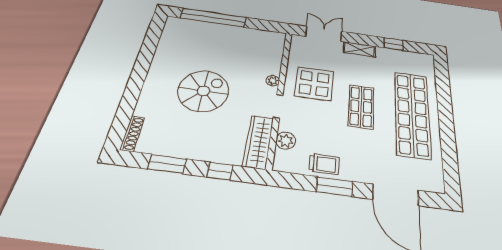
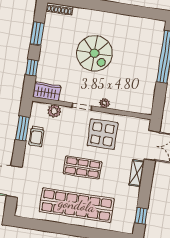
window: (393, 44) -> (141, 216), moved
wardrobe: (259, 142) -> (47, 91), width x0.67
window: (335, 187) -> (22, 128), moved

